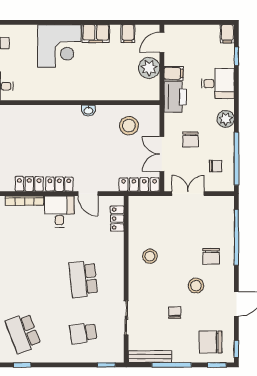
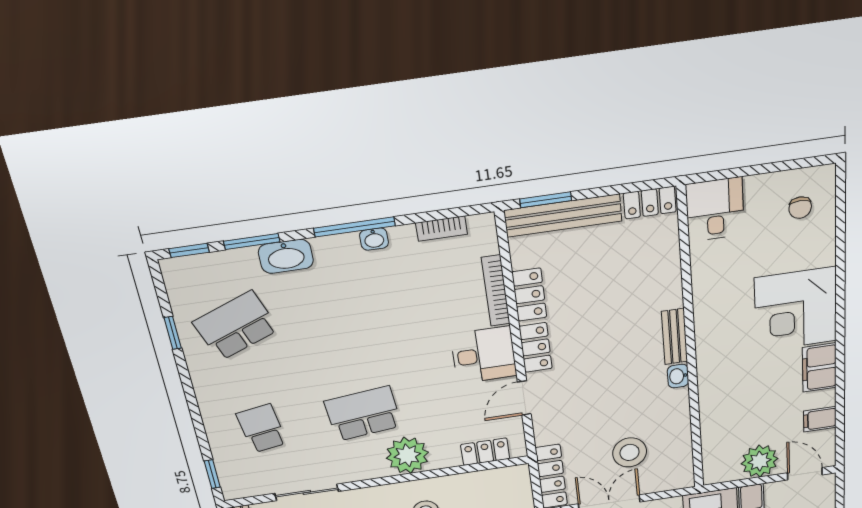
bench: (65, 111) -> (675, 337), added
stool: (129, 126) -> (630, 452), moved
plant: (112, 260) -> (407, 455), added

